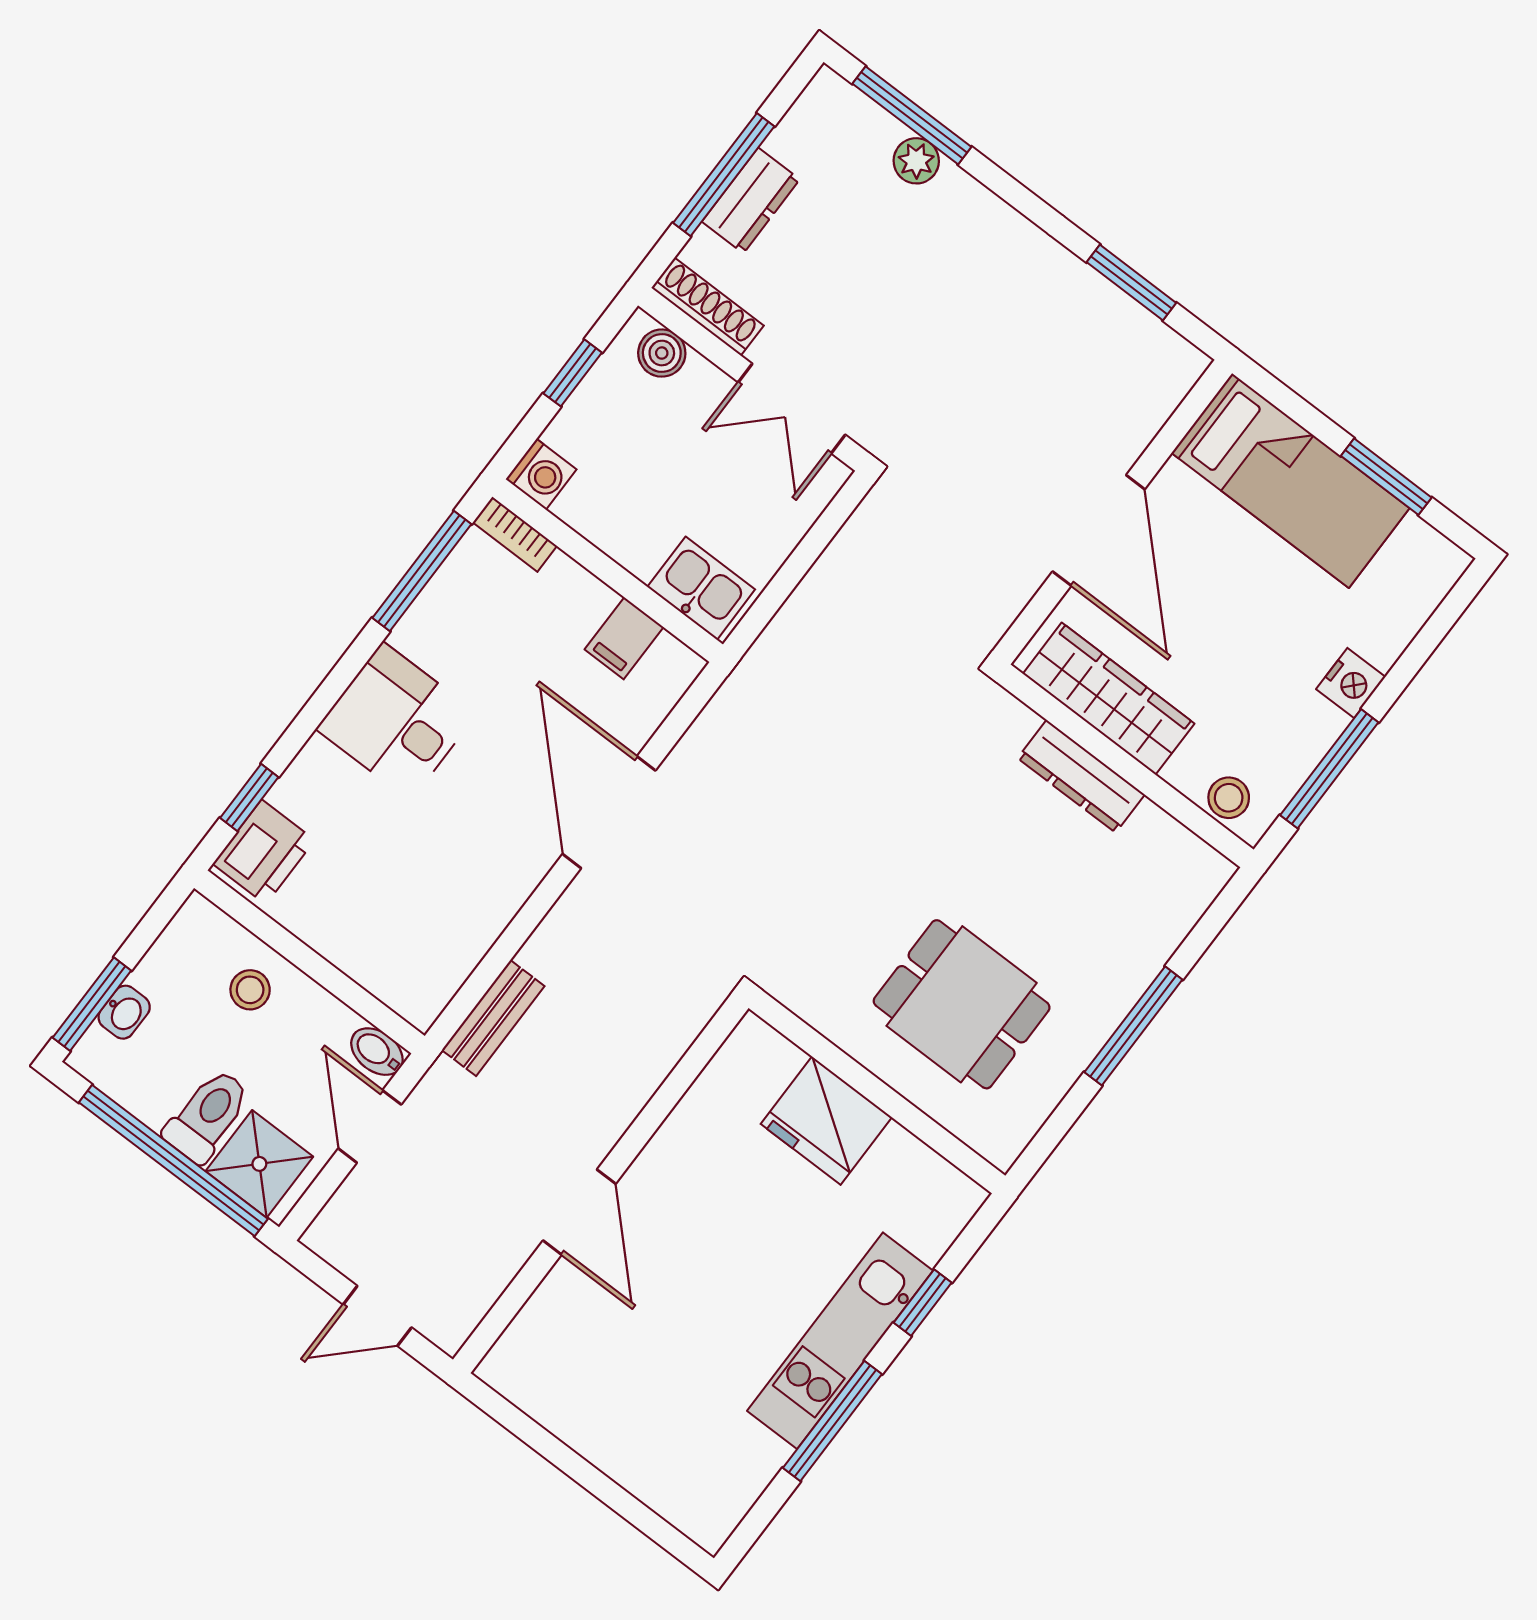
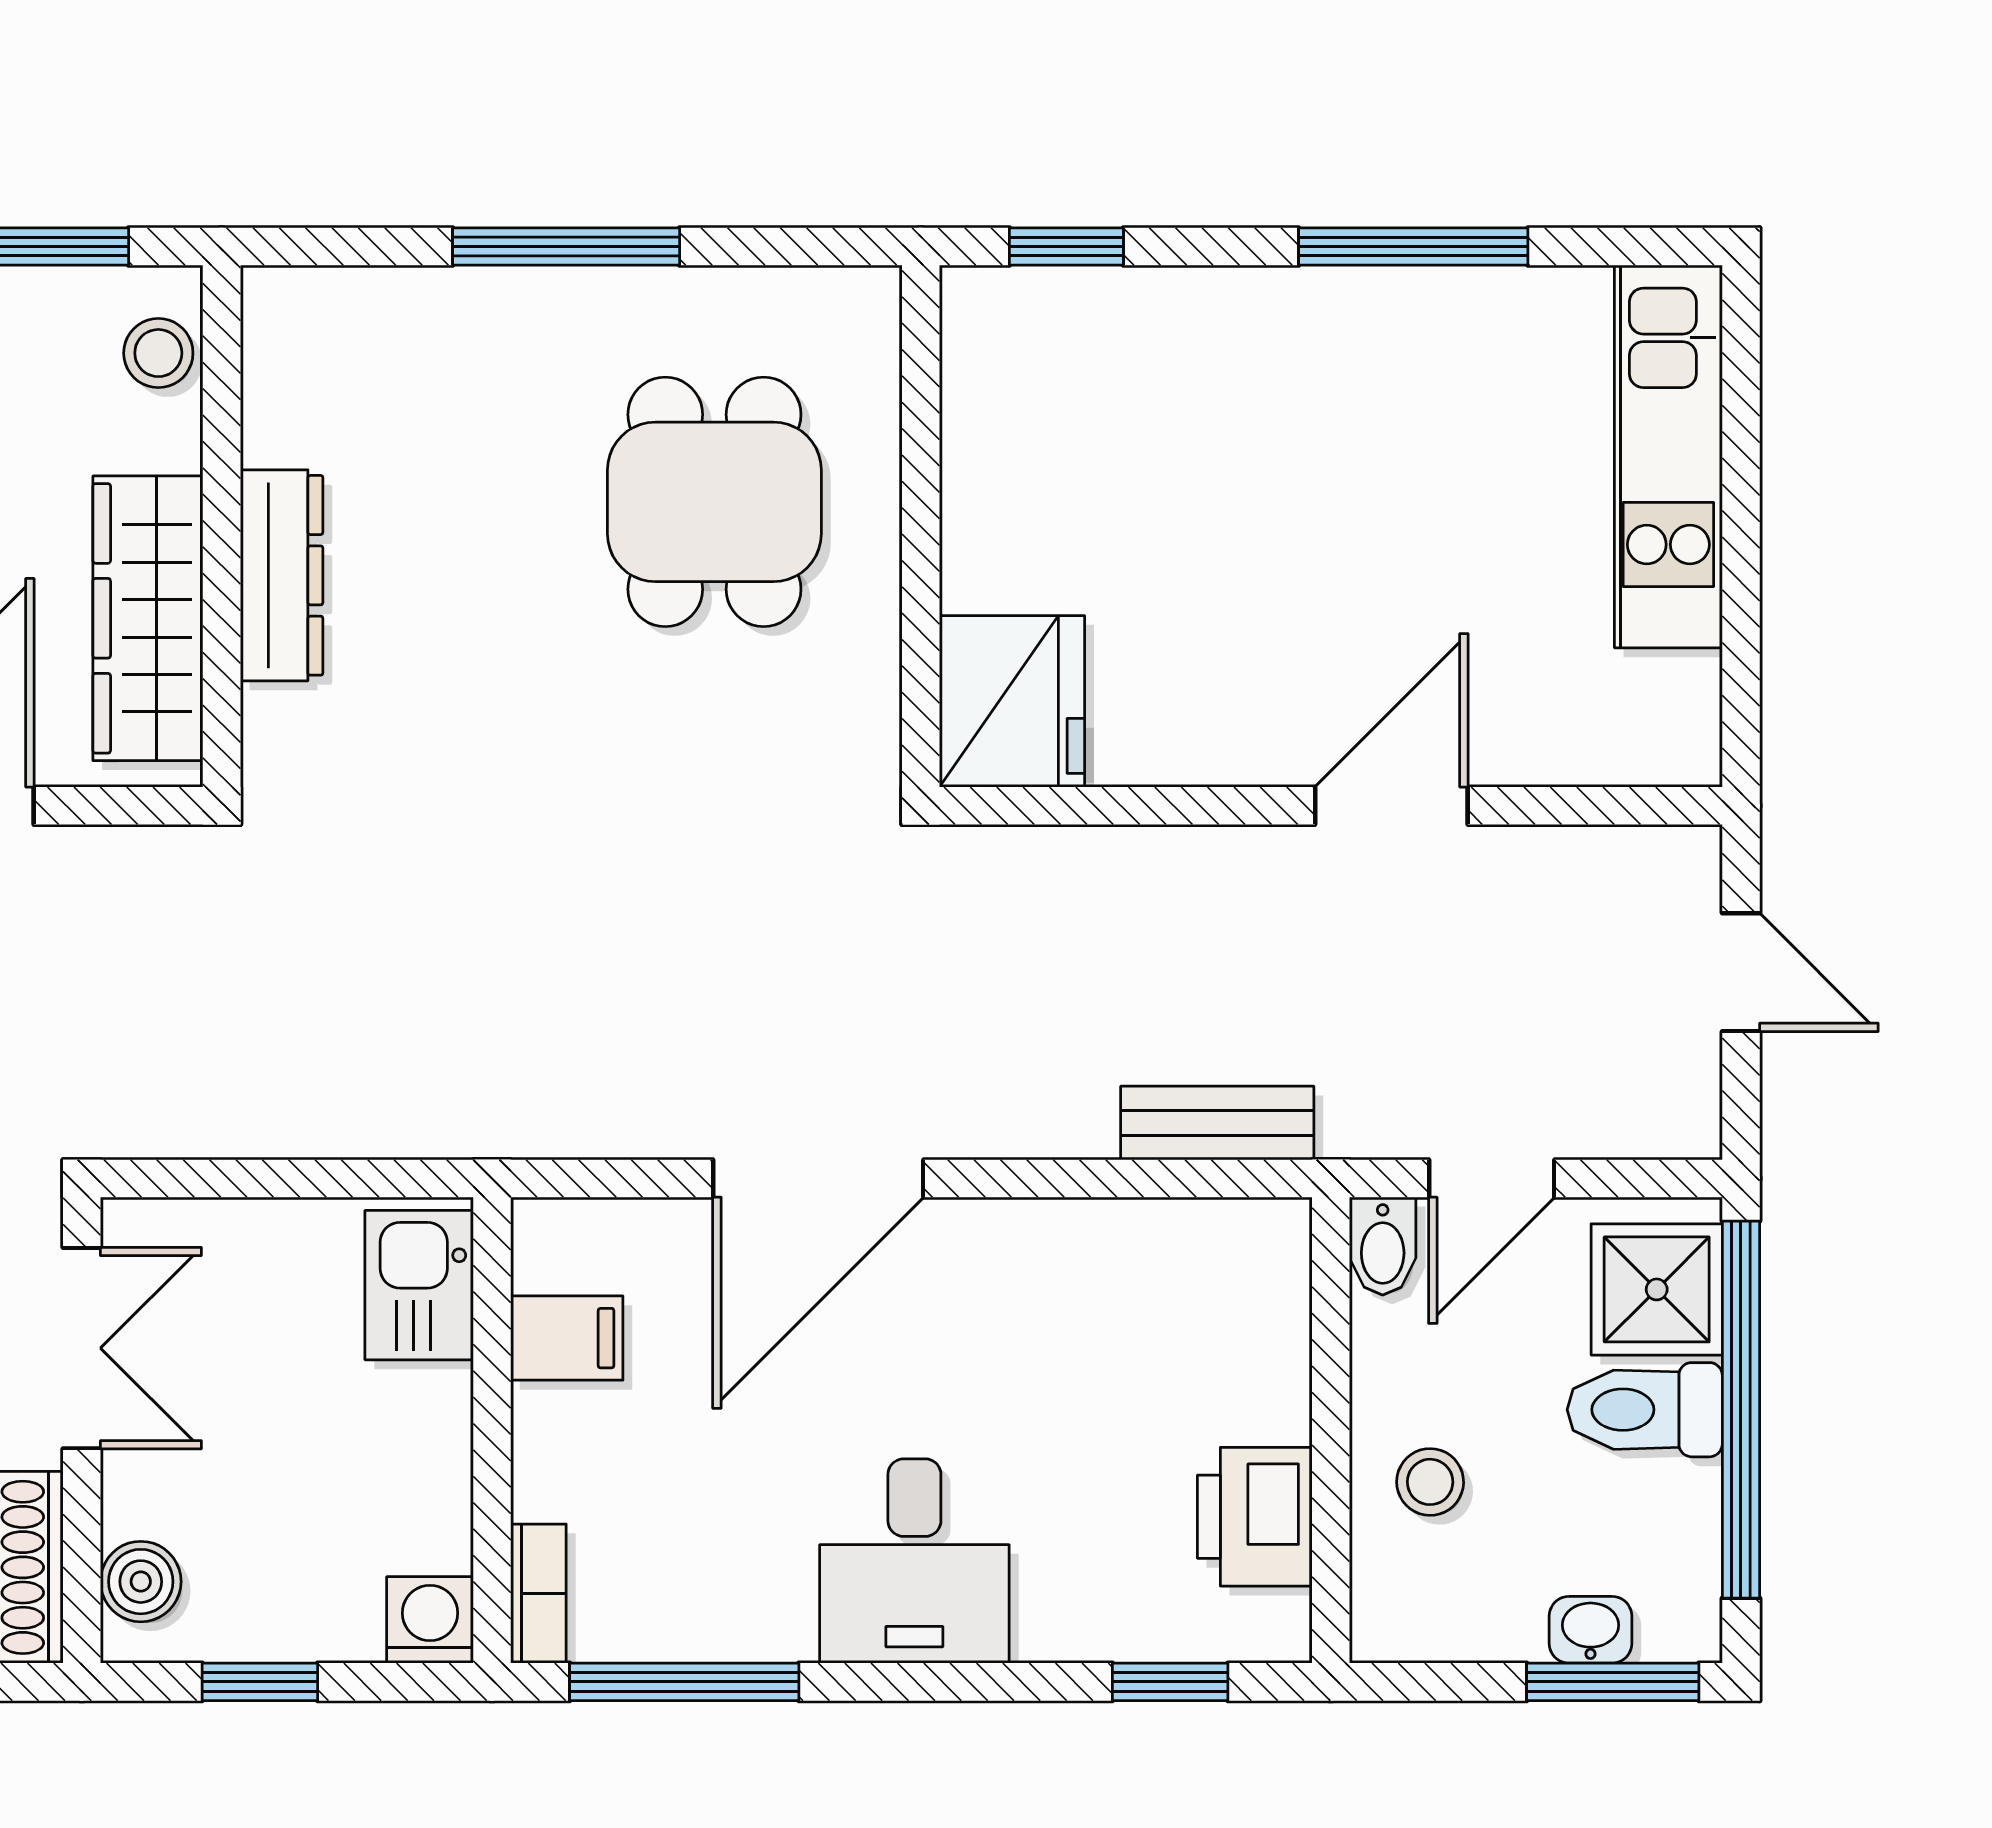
printer: (264, 852) -> (1255, 1517), moved, turned -90
fridge: (826, 1121) -> (1012, 701), moved
window: (923, 1303) -> (1066, 246), moved
kitchen unit: (840, 1341) -> (1668, 456), moved, turned 90

